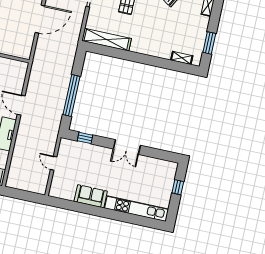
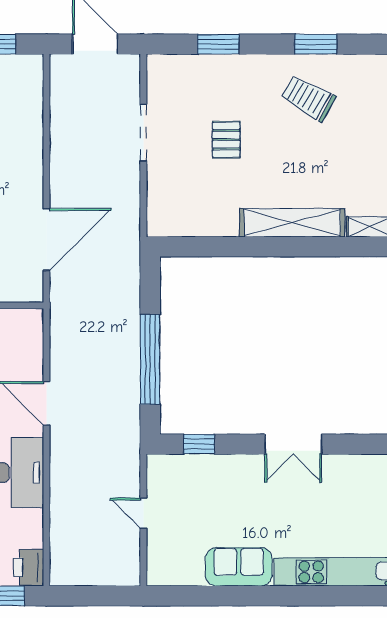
door: (40, 19) -> (46, 240), moved
shelving: (107, 40) -> (292, 223), moved

